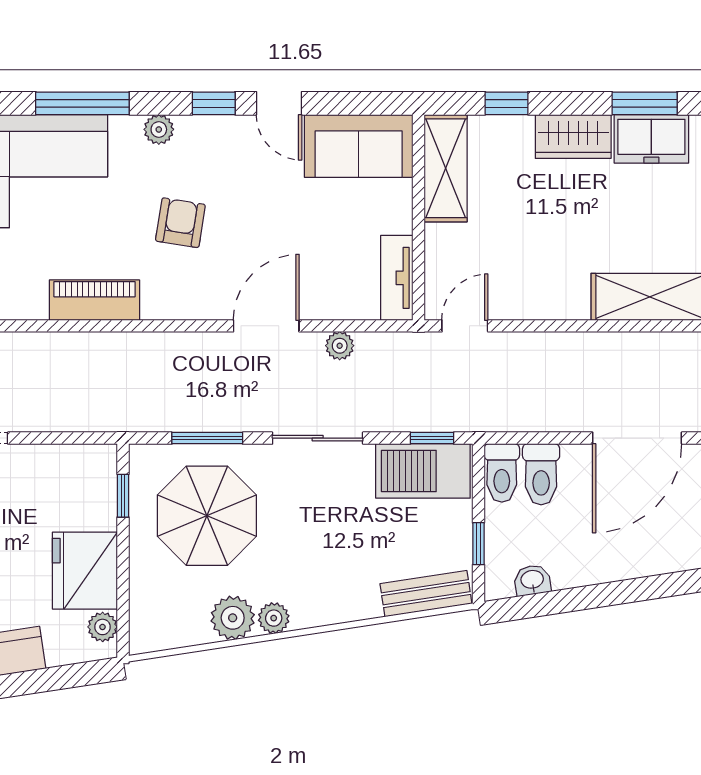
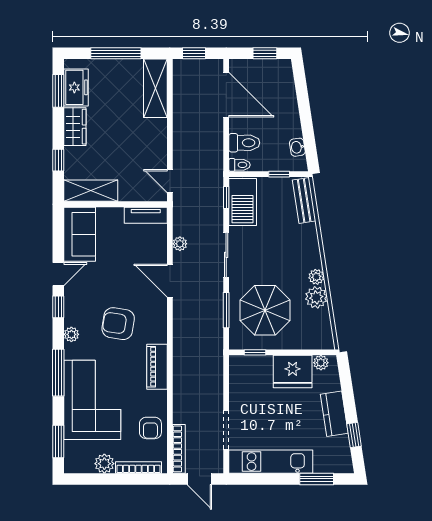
armchair: (180, 223) -> (118, 324), width x1.38, depth x1.38
toilet: (502, 473) -> (240, 165), width x0.73, depth x0.72

